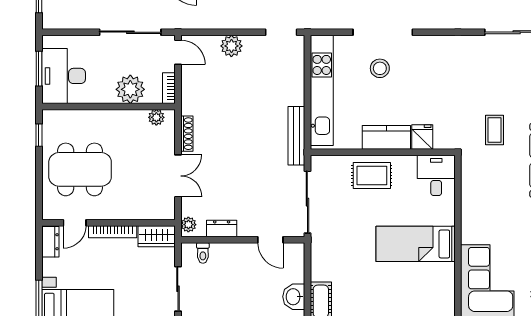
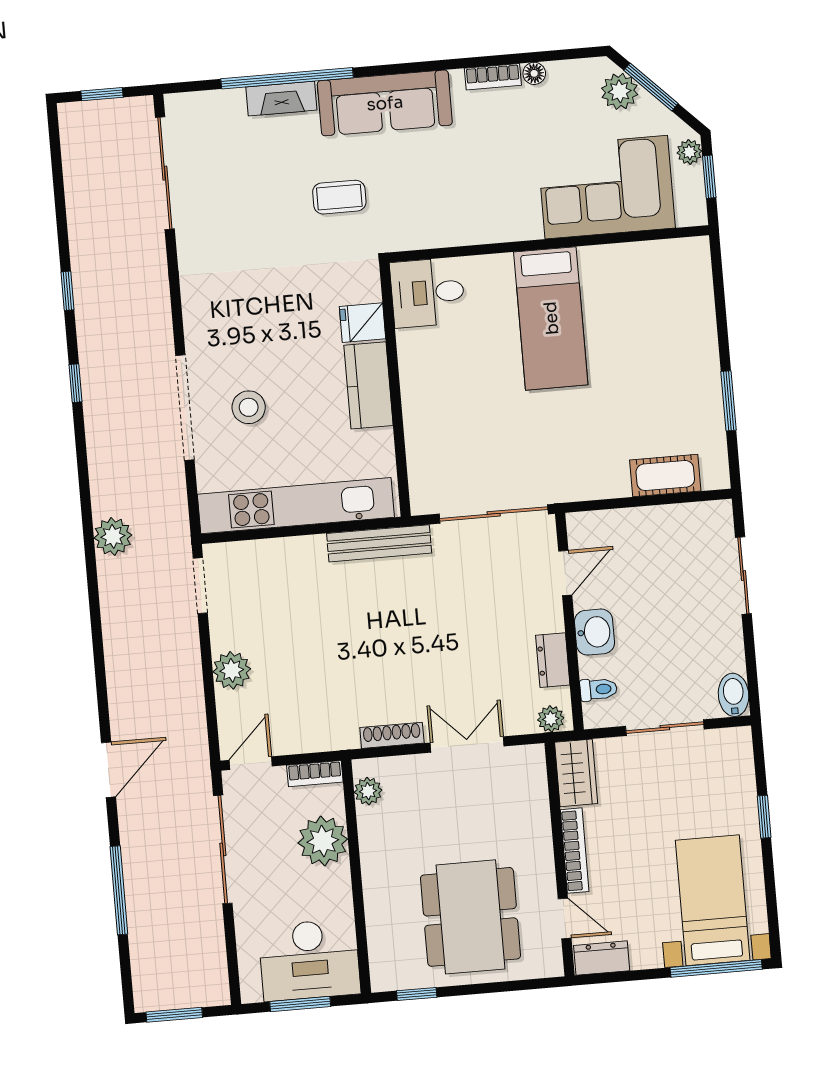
rug: (372, 176) -> (437, 405), removed
washbasin: (294, 297) -> (594, 632), moved, turned -90

